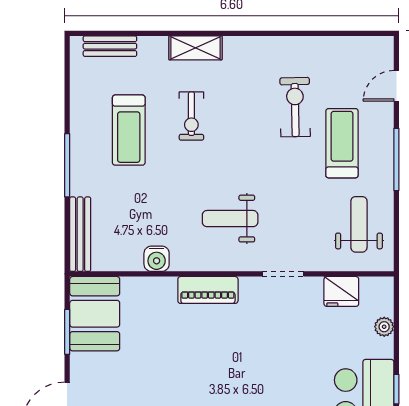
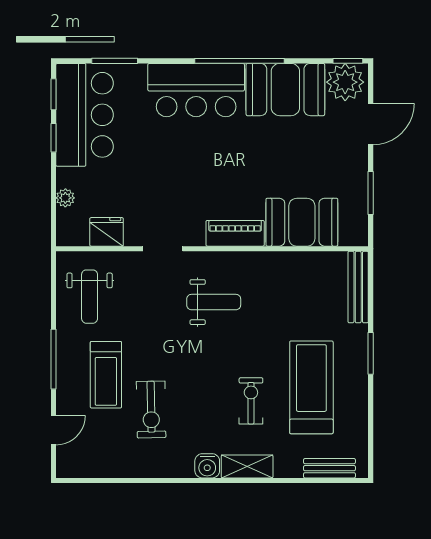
treadmill: (129, 130) -> (311, 387), width x1.37, depth x1.38
window: (67, 165) -> (371, 353), width x0.69
water cooler: (157, 259) -> (207, 466), moved, turned 180
booth: (95, 314) -> (302, 222), moved, turned 90

